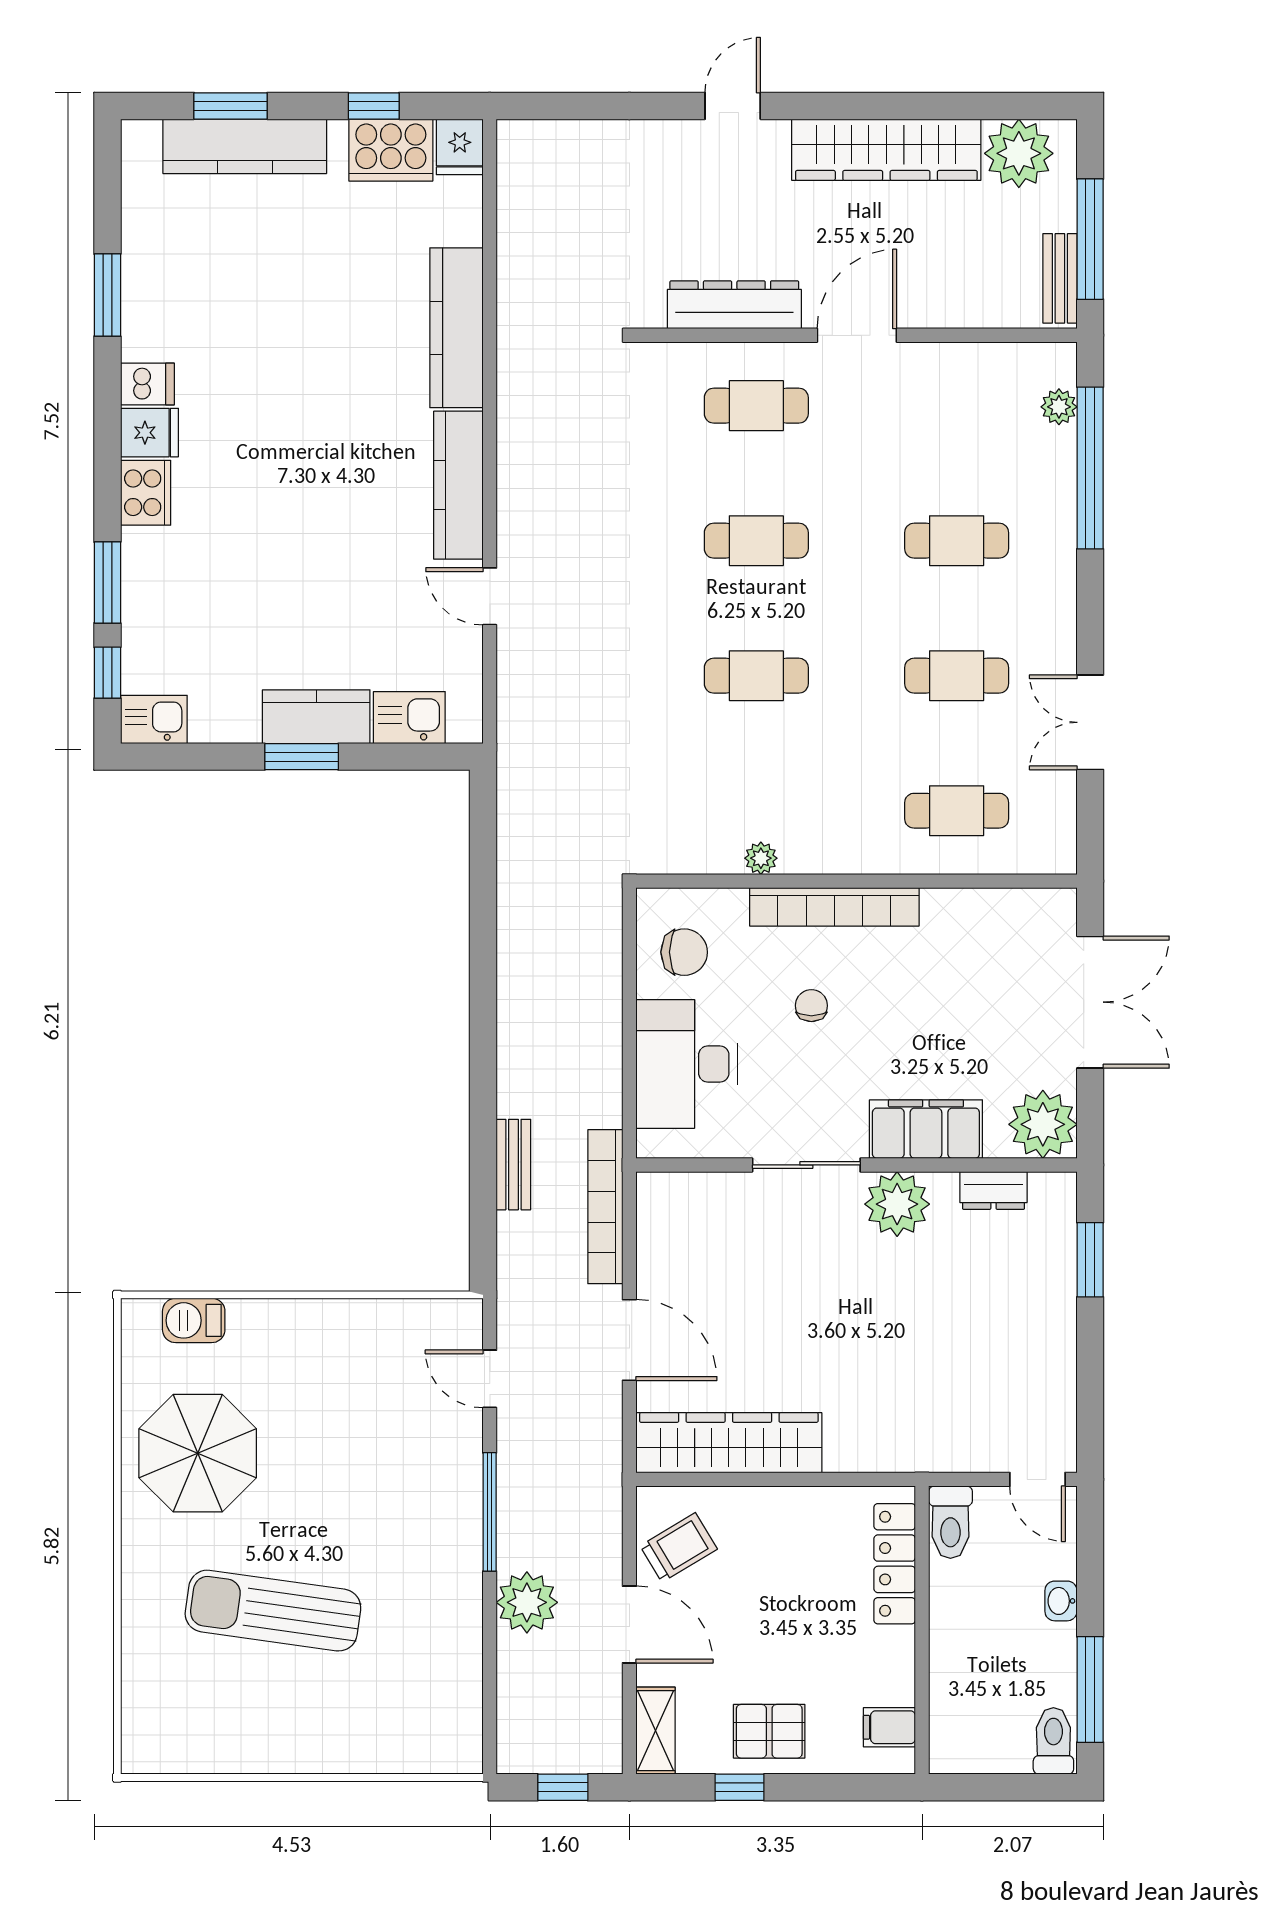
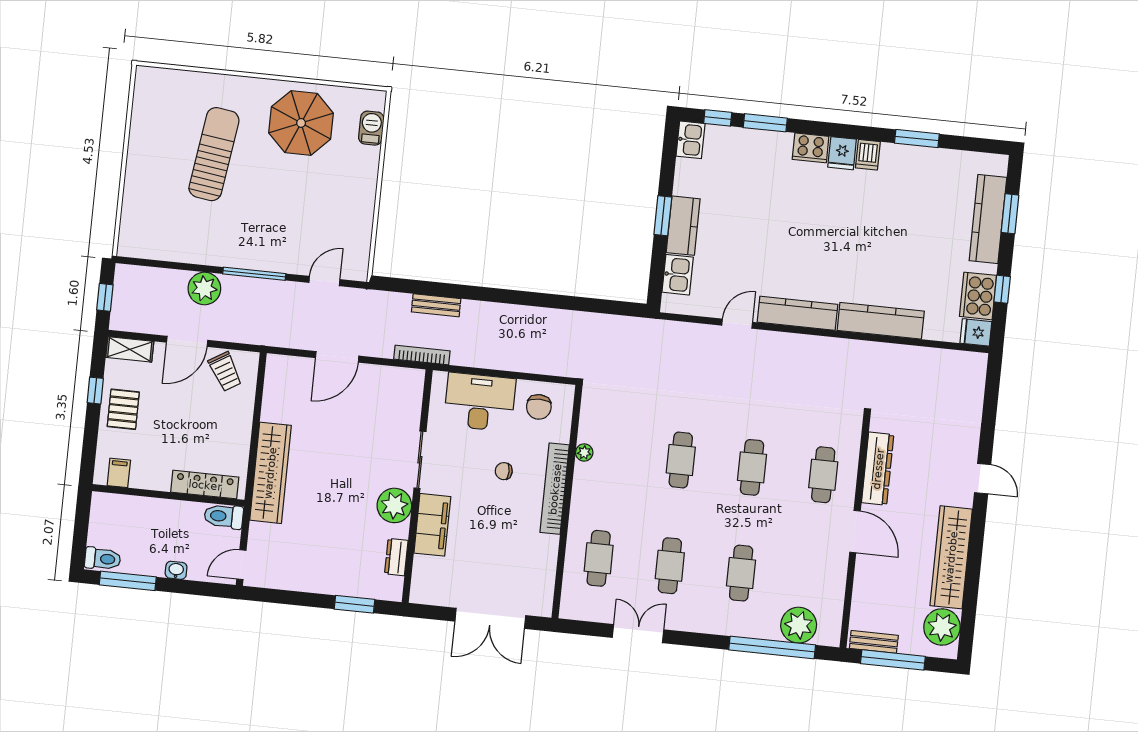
plant: (1059, 407) -> (799, 625), width x1.87, depth x1.87
chair: (811, 1006) -> (504, 471), turned 180
plant: (1043, 1124) -> (428, 587), removed
bookcase: (605, 1207) -> (422, 355), width x0.68, depth x0.76
wardrobe: (729, 1443) -> (270, 473), moved

